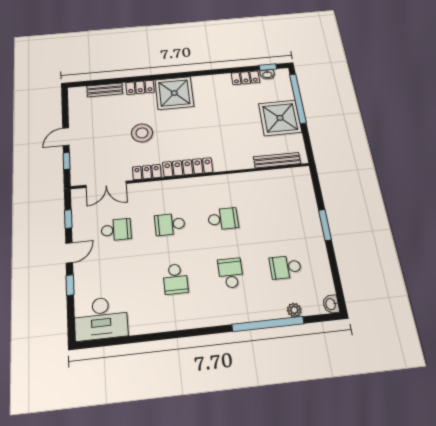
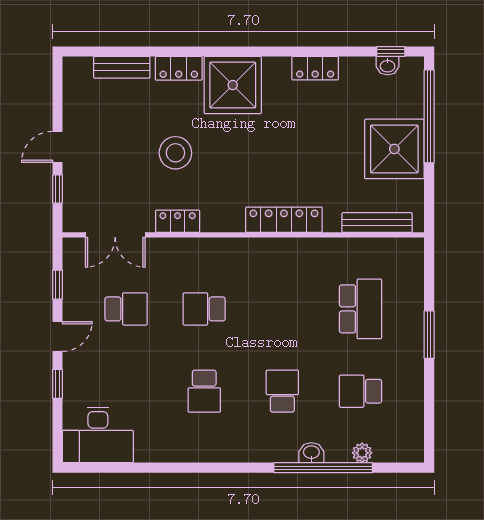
locker: (245, 78) -> (315, 68), moved
locker: (188, 167) -> (284, 220), moved
school desk: (223, 219) -> (361, 309), moved, width x1.85
washbasin: (331, 304) -> (311, 453), moved, turned 90

